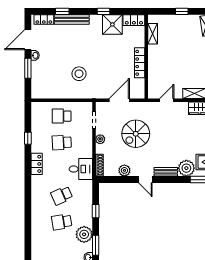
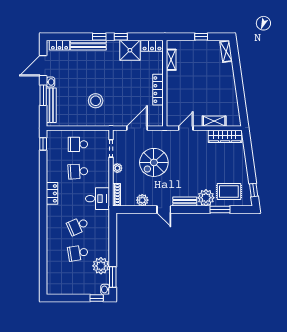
window: (62, 11) -> (99, 37), moved
bench: (36, 78) -> (51, 105), added
window: (28, 138) -> (43, 144), moved
window: (96, 211) -> (113, 242), removed

